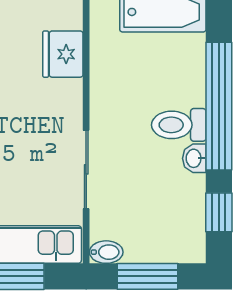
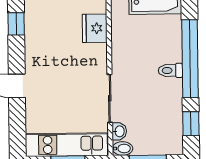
toilet: (179, 125) -> (170, 70), width x0.73, depth x0.72
washbasin: (194, 158) -> (119, 131), moved, turned 180

